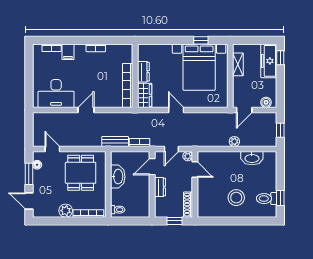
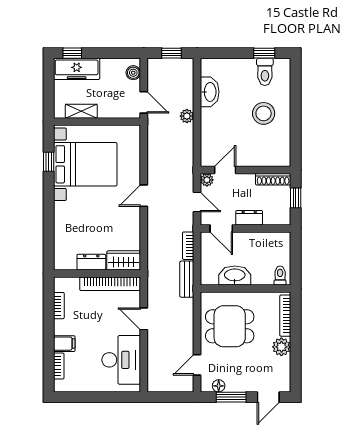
dresser: (143, 72) -> (91, 262), moved
wall: (135, 76) -> (97, 274), moved
bookcase: (128, 85) -> (110, 284), moved
wardrobe: (145, 95) -> (124, 260), moved

